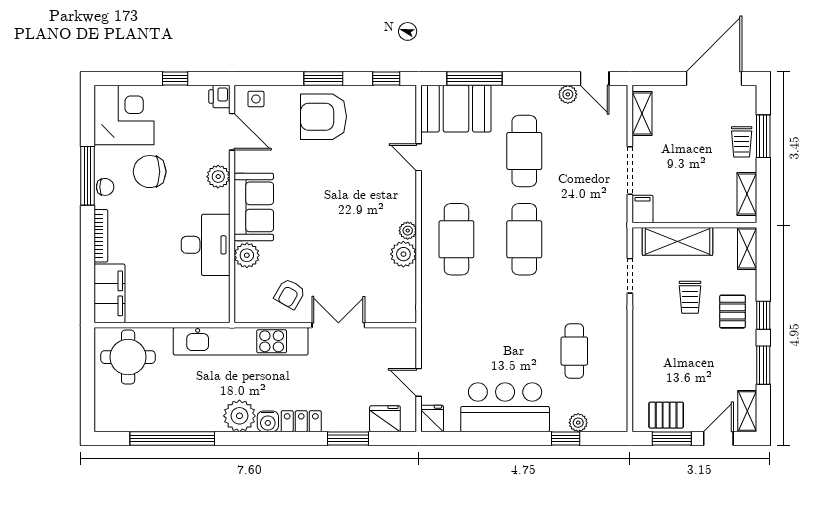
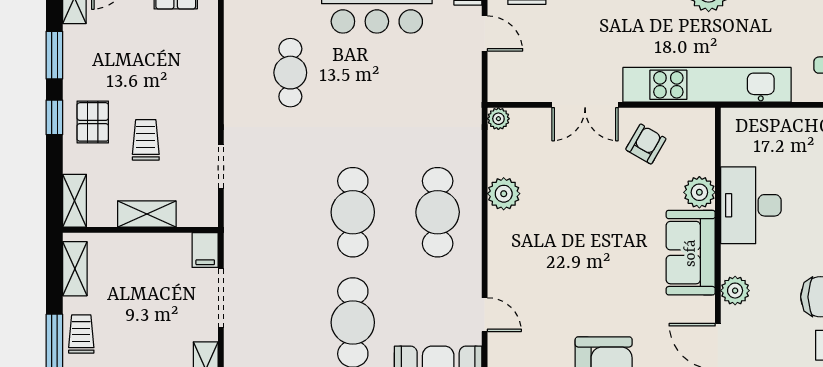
plant: (408, 231) -> (498, 119), moved
shelving: (677, 241) -> (147, 214), width x0.67, depth x0.75

